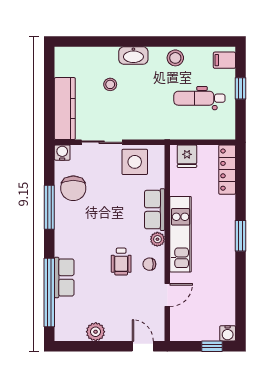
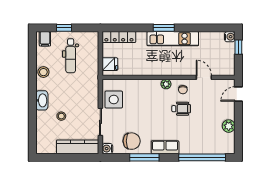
row of seats: (155, 210) -> (146, 86), removed
kitchen unit: (181, 234) -> (173, 39), moved, turned 180
row of seats: (64, 277) -> (165, 147), moved

